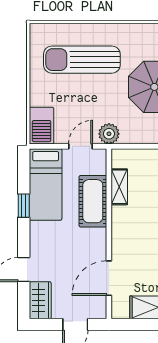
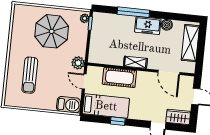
sun lounger: (82, 60) -> (30, 75), width x0.73, depth x0.75
shelving: (119, 187) -> (135, 62), moved

